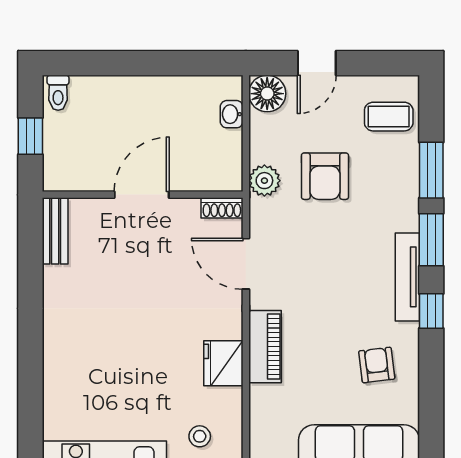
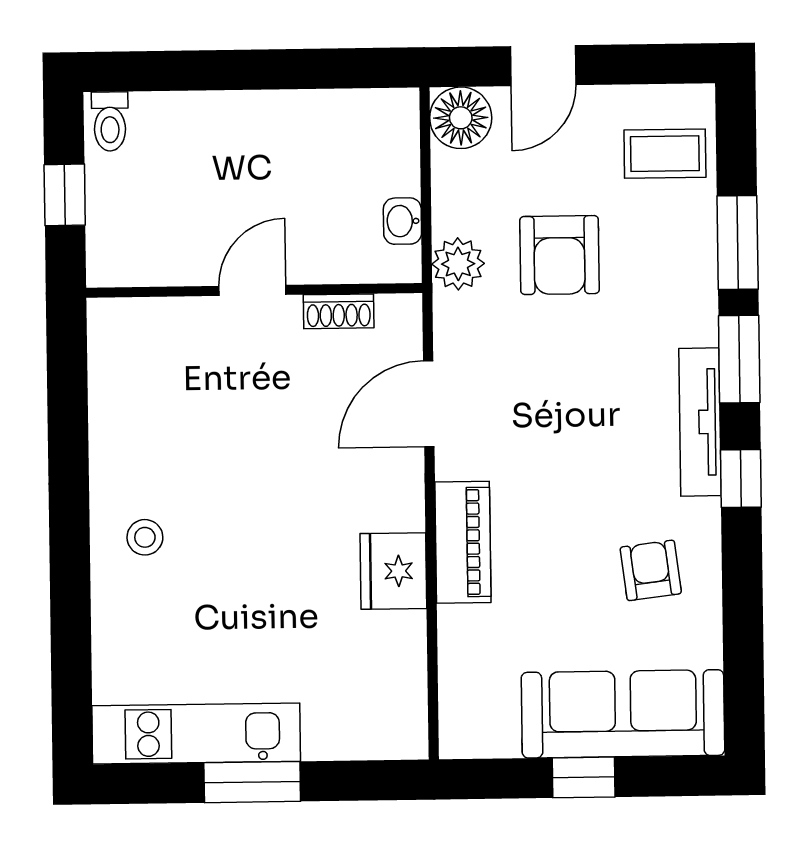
washbasin: (232, 114) -> (402, 221), moved
door: (142, 195) -> (252, 290), width x0.73
shoe rack: (222, 208) -> (339, 311), moved
bench: (55, 231) -> (108, 353), removed
door: (246, 264) -> (429, 404), hinge flipped
stool: (200, 436) -> (145, 537), moved

